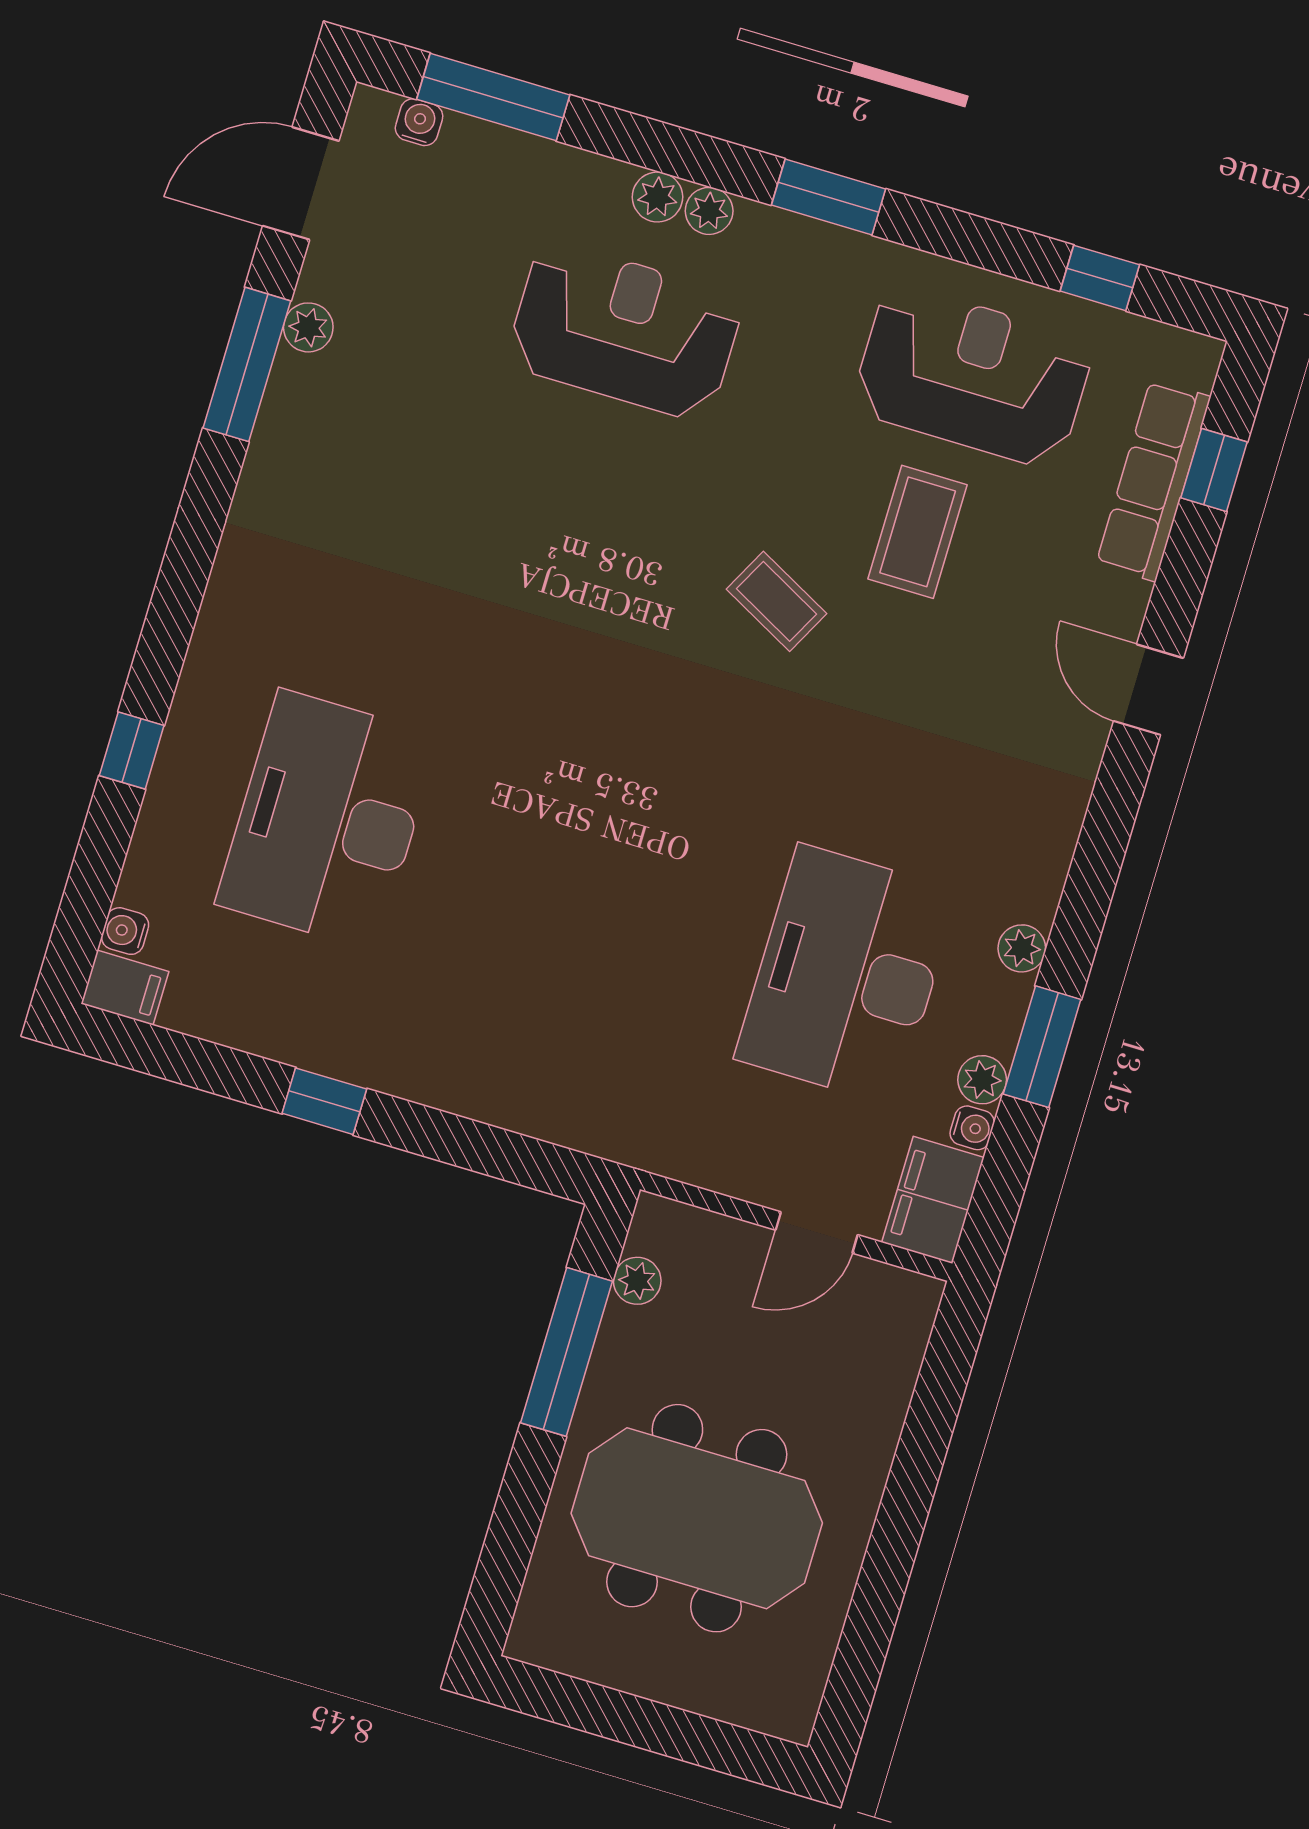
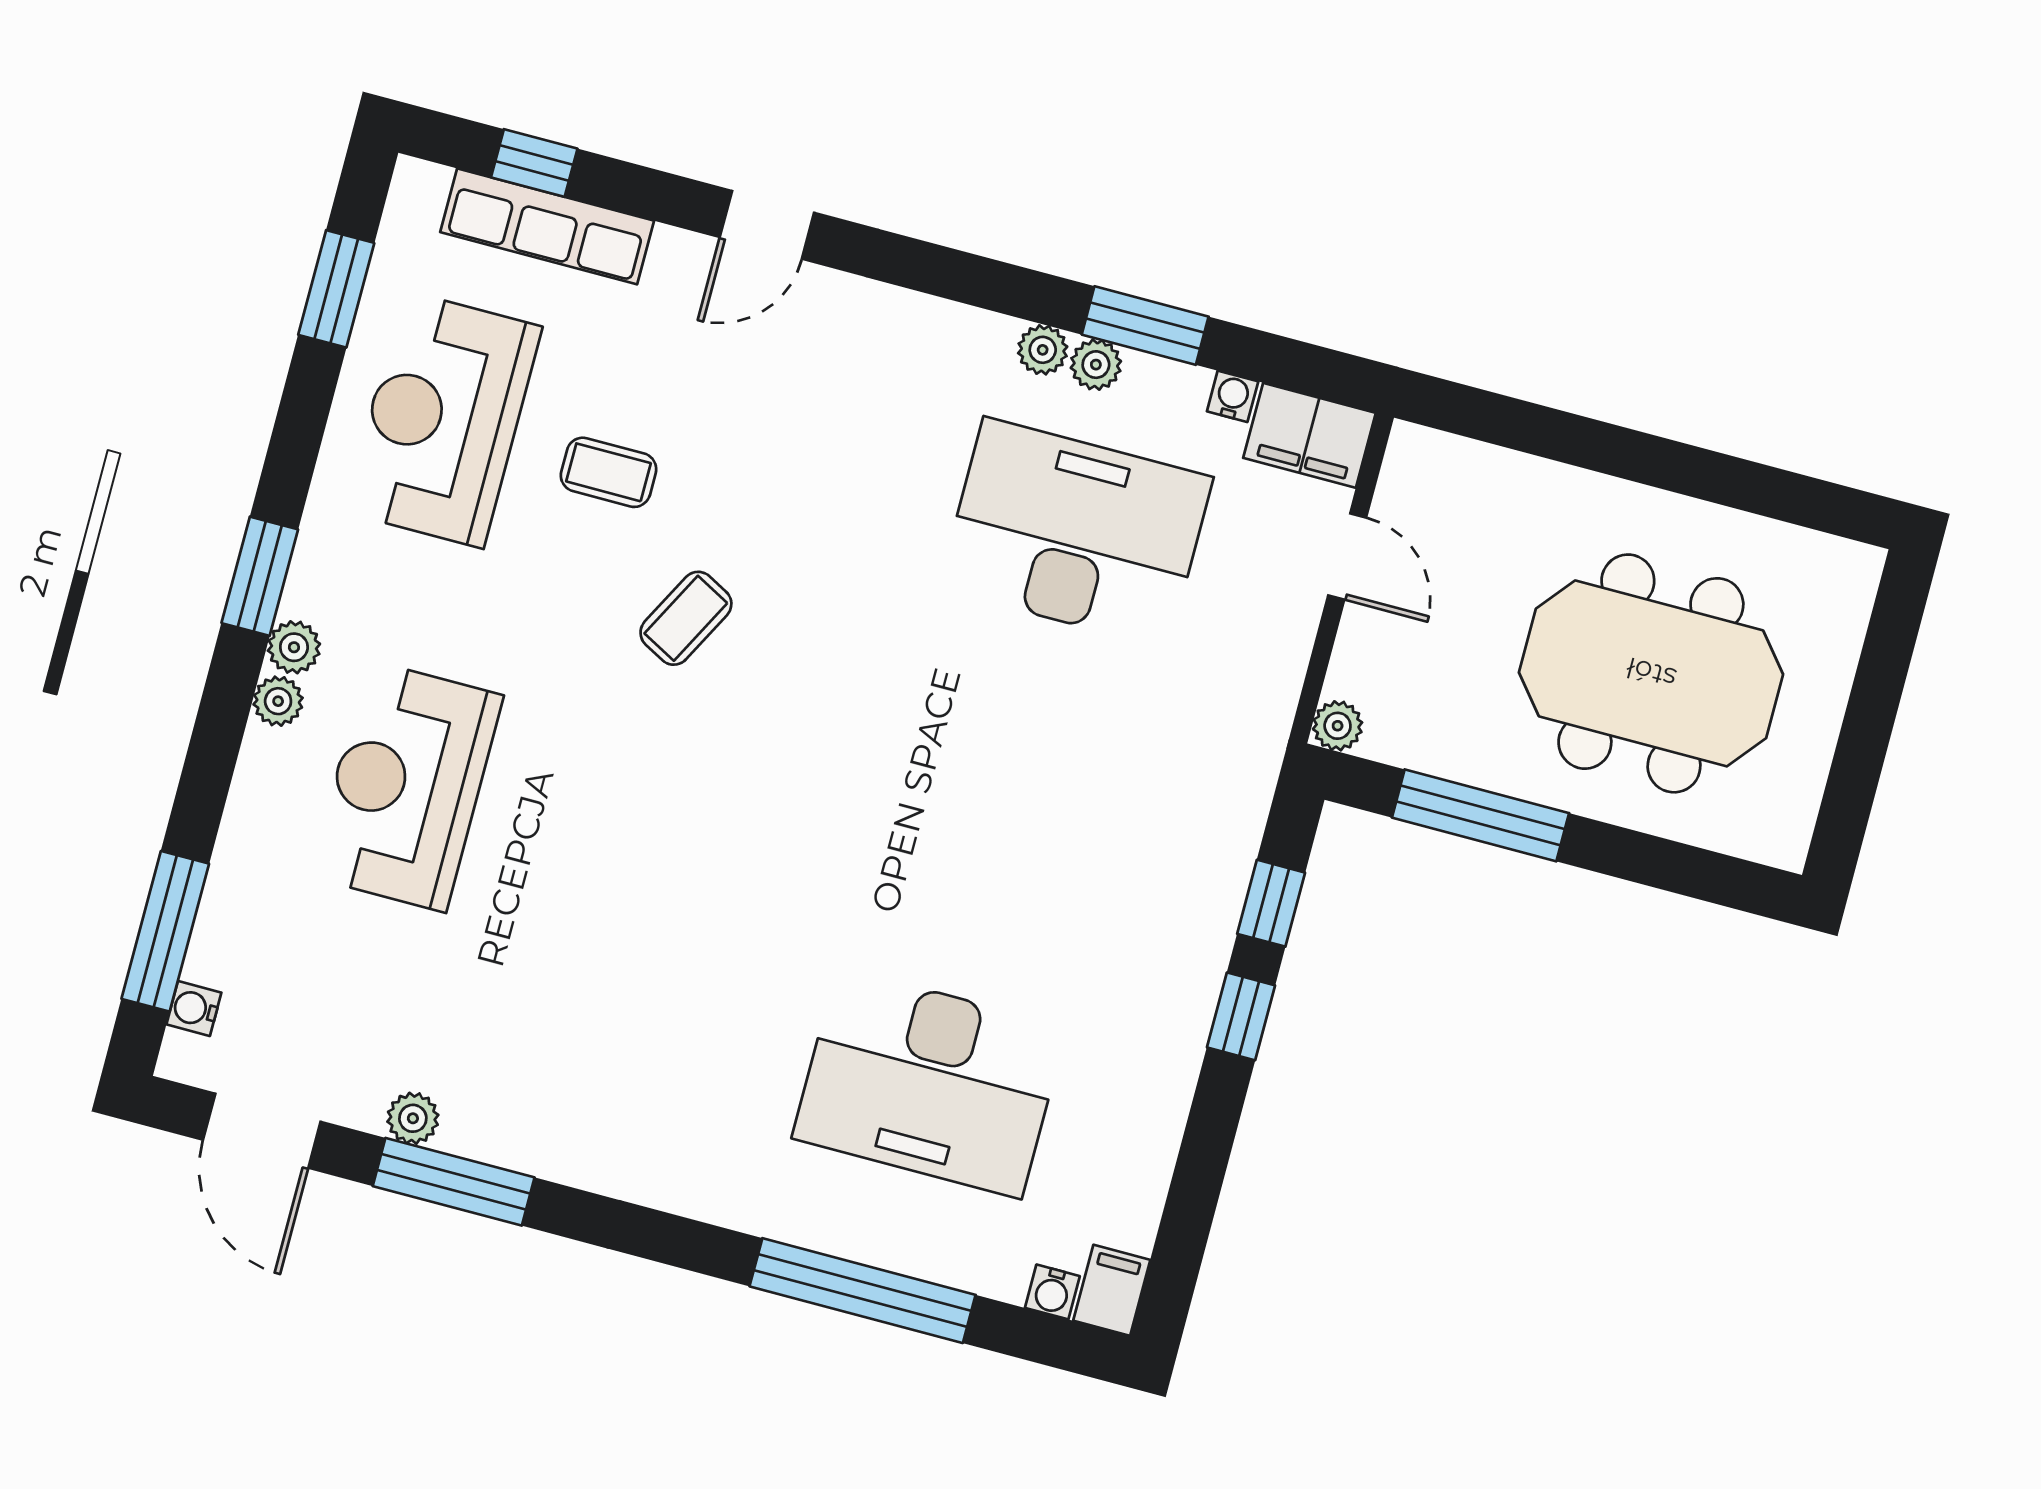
plant: (657, 197) -> (294, 647), moved
window: (1100, 278) -> (336, 289), width x1.50
coffee table: (918, 532) -> (609, 472), width x0.73, depth x0.77
window: (132, 750) -> (863, 1291), width x3.17
desk: (847, 975) -> (1076, 533), turned 180
plant: (982, 1080) -> (1096, 365), moved
window: (324, 1101) -> (1241, 1016), moved
window: (489, 1150) -> (1271, 903), added
plant: (637, 1281) -> (1338, 726), moved
meeting table: (697, 1518) -> (1651, 673), turned 90

